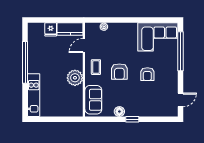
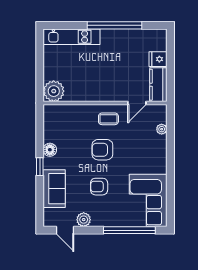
door: (84, 45) -> (137, 103), swing flipped
plant: (75, 78) -> (54, 91), moved
plant: (172, 86) -> (84, 220), added
sofa: (93, 100) -> (54, 189), moved, turned -90

